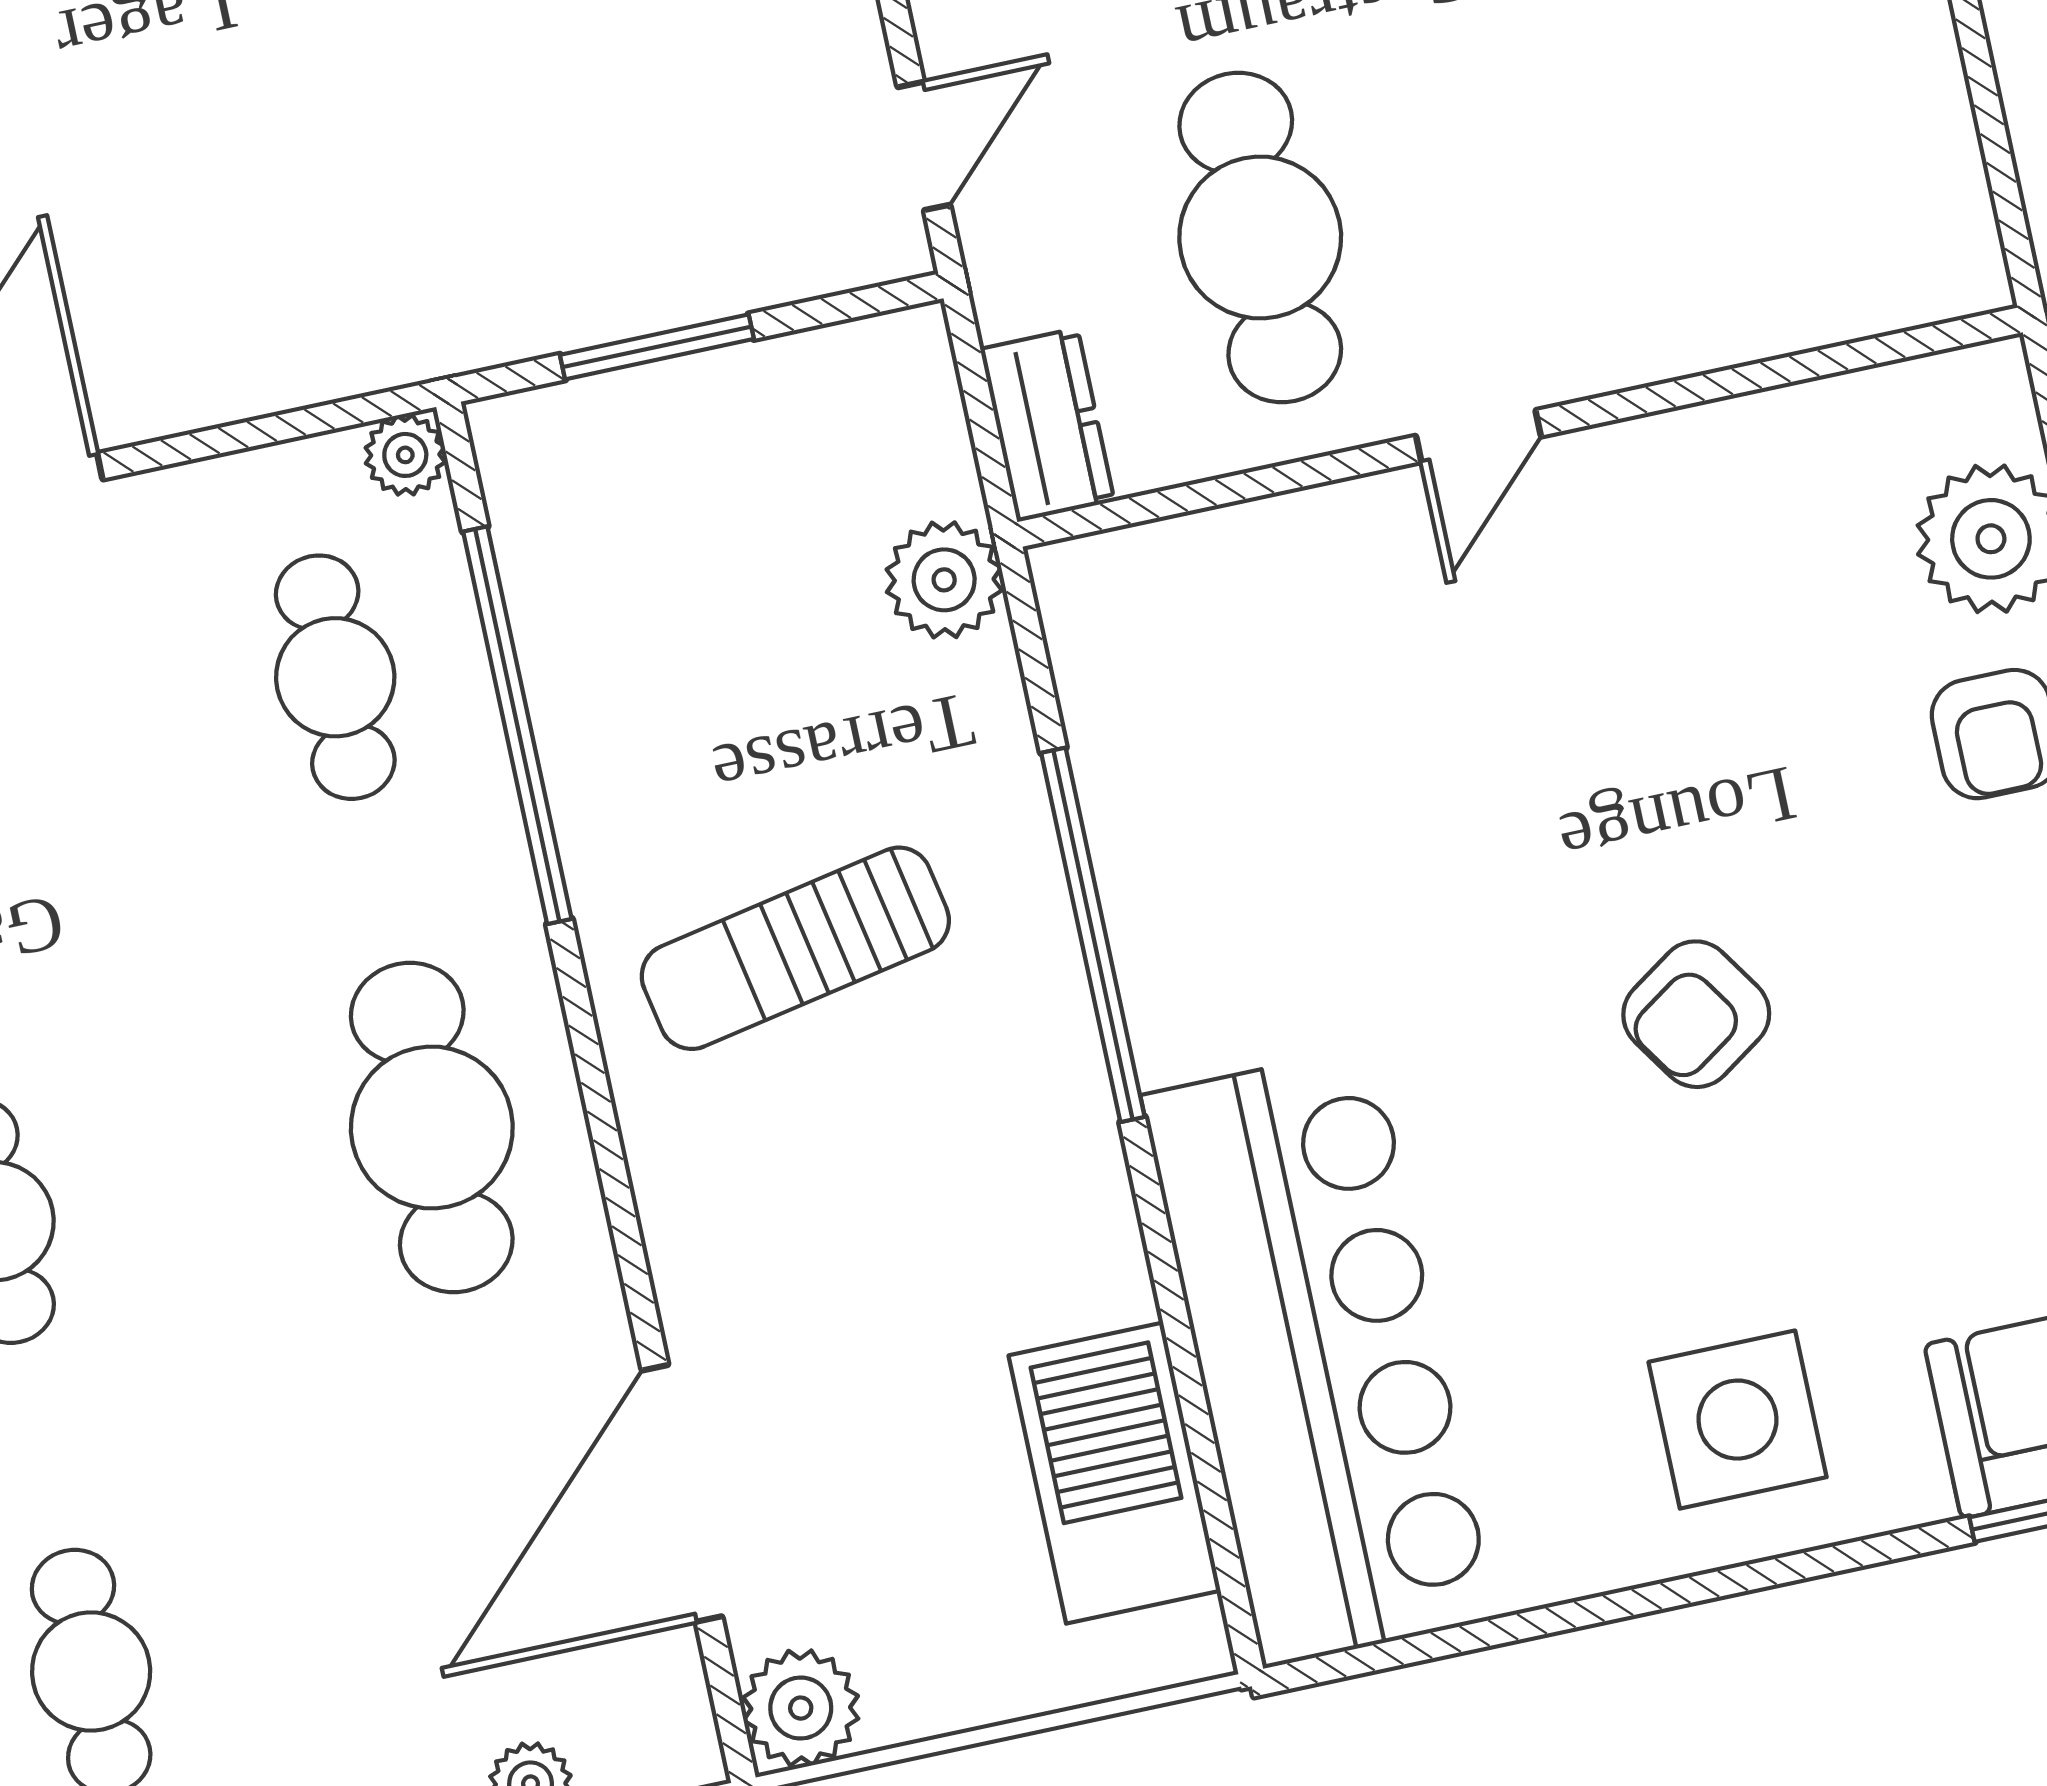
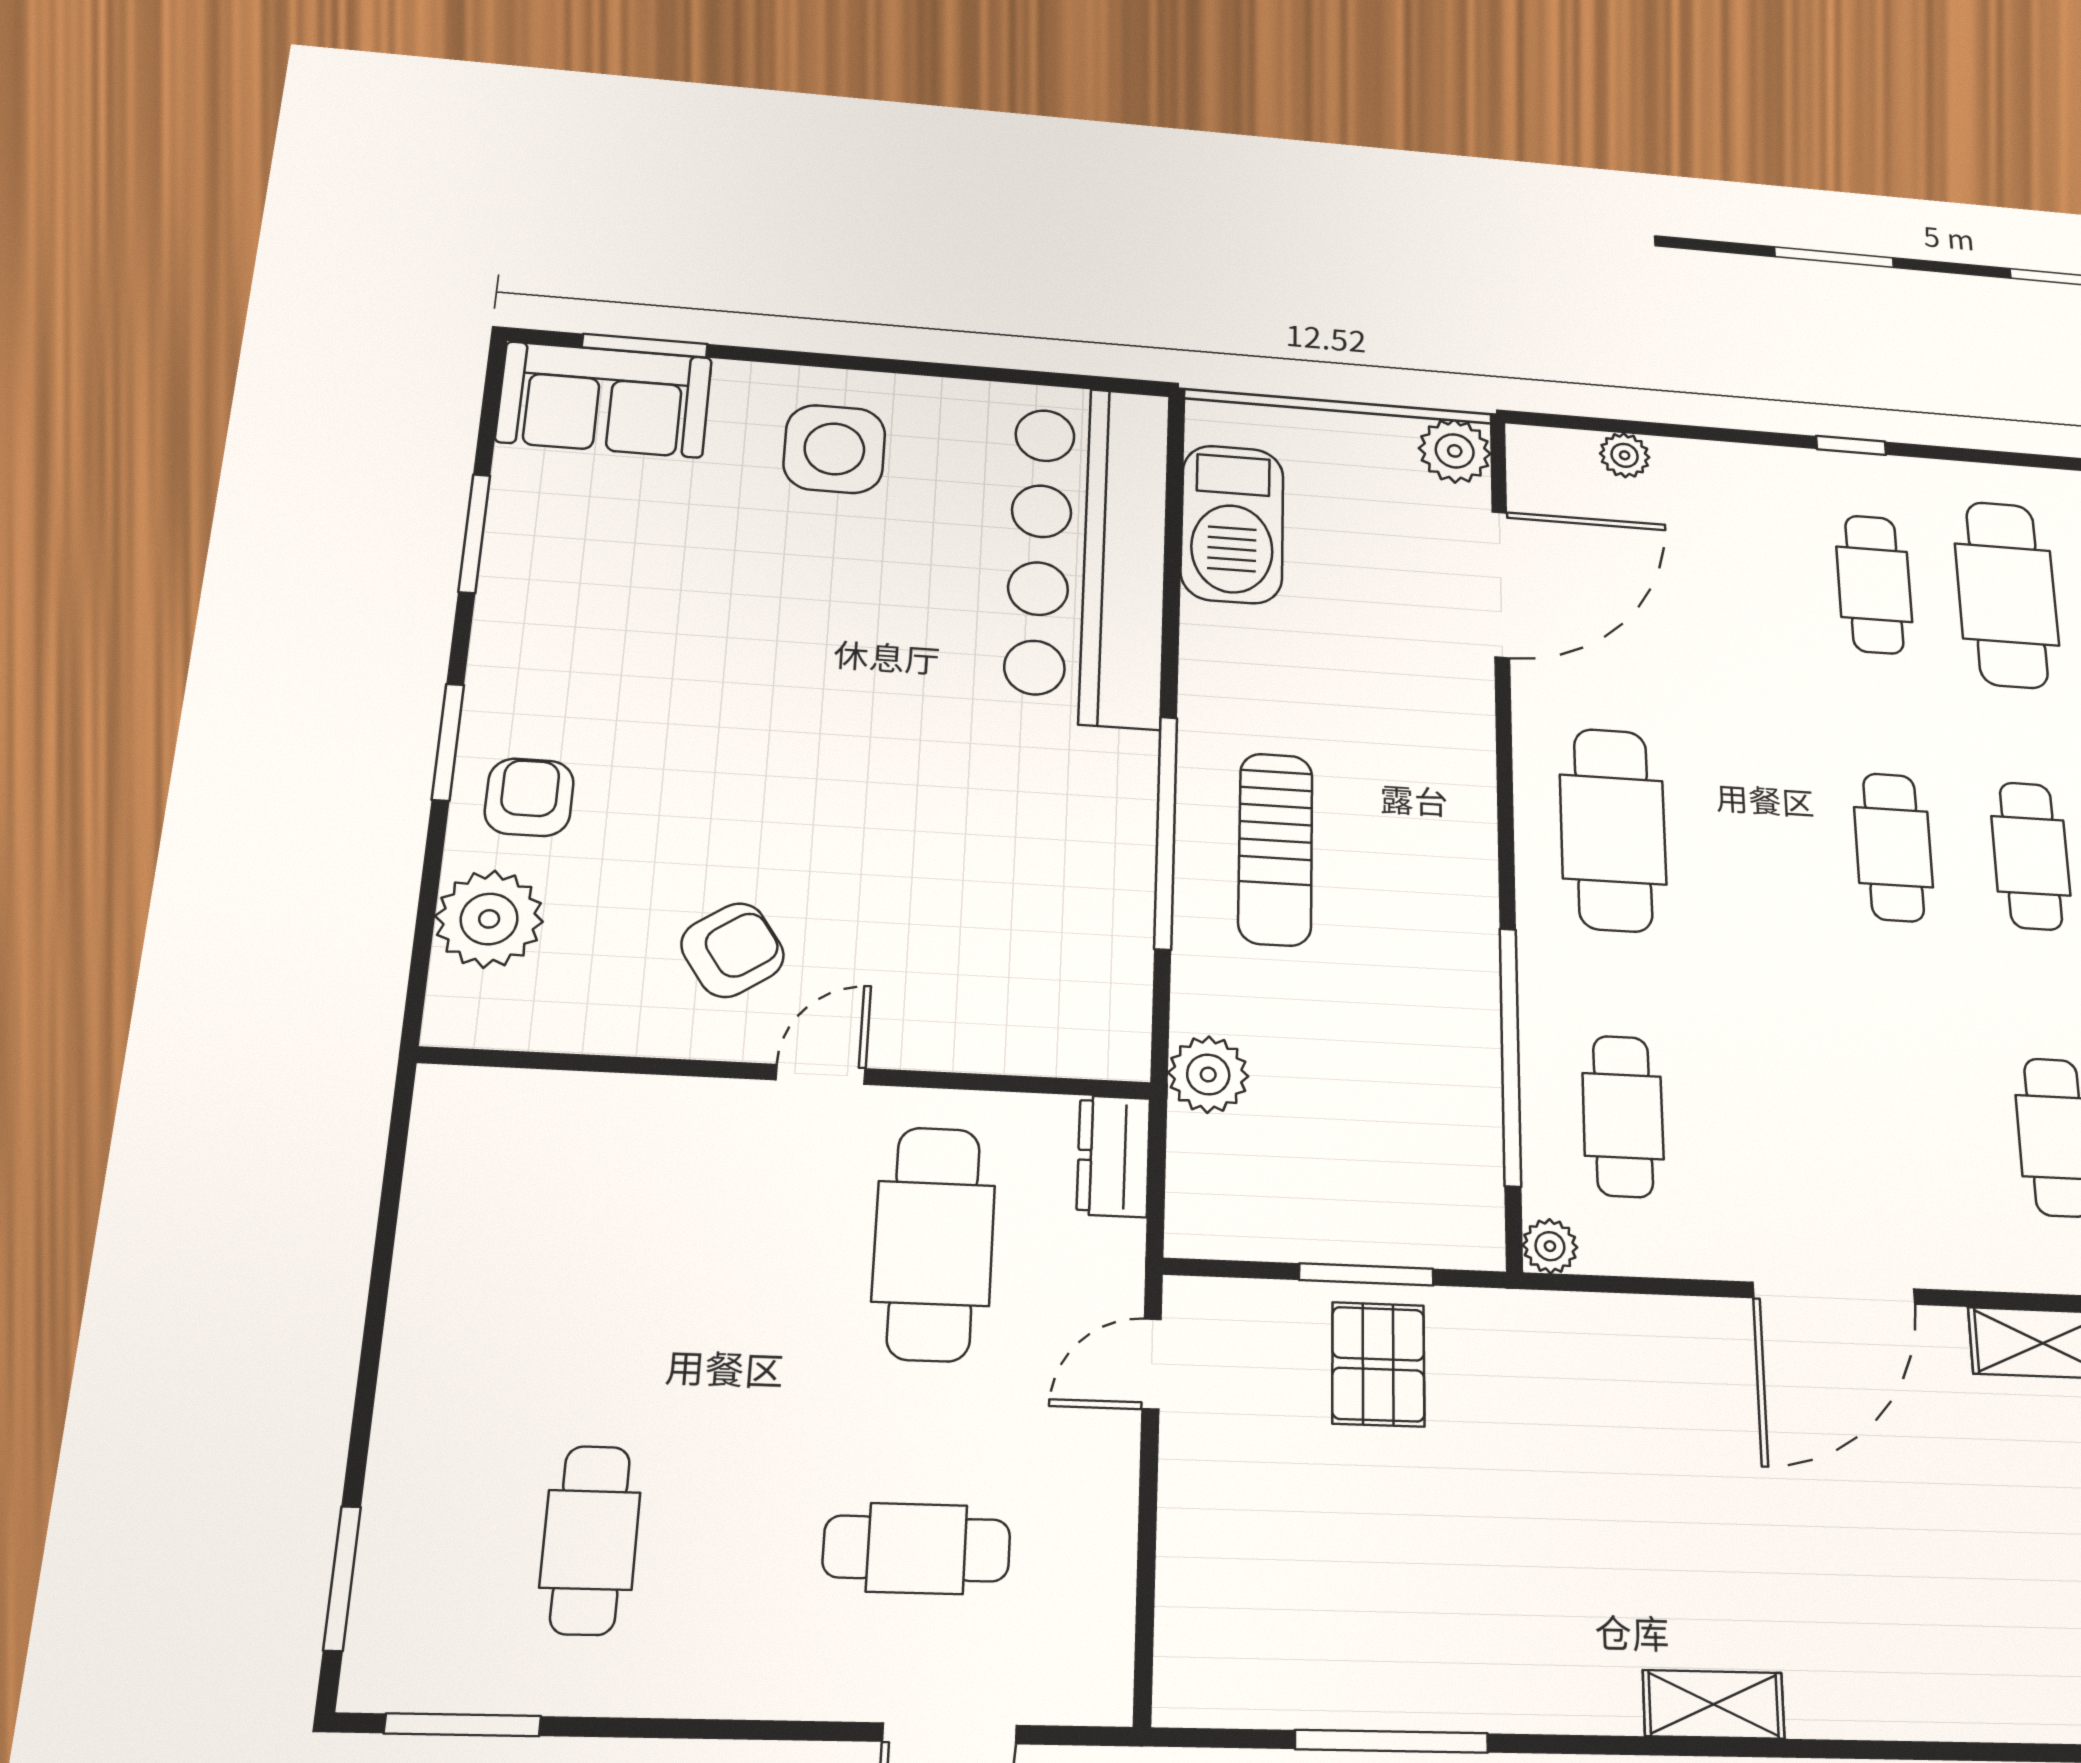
pallet: (613, 224) -> (1378, 1364), added
sun lounger: (795, 948) -> (1275, 849), moved, turned 101
armchair: (1696, 1014) -> (733, 950), moved

